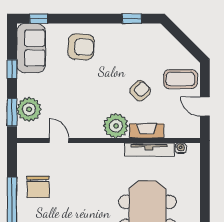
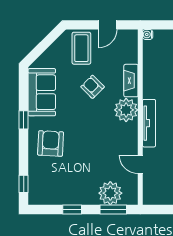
window: (132, 19) -> (24, 120), moved
sofa: (31, 48) -> (42, 92), moved, turned 90
door: (59, 141) -> (140, 164), hinge flipped
water cooler: (181, 148) -> (148, 34), moved
tv unit: (149, 150) -> (149, 123), moved

